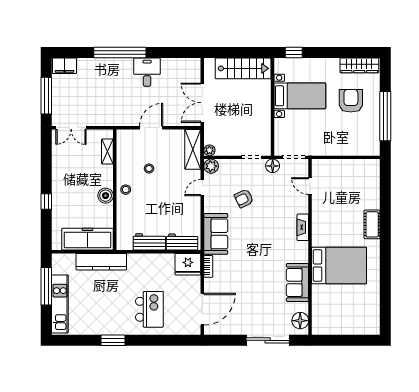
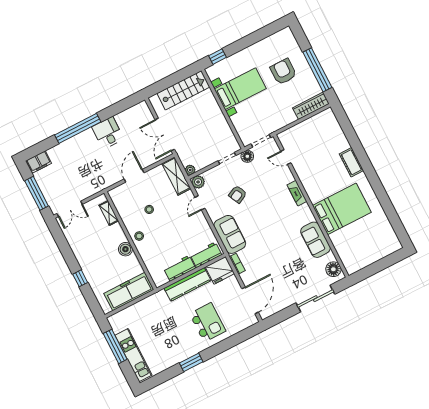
wardrobe: (359, 65) -> (311, 106), moved, turned 180
kitchen counter: (101, 262) -> (187, 284), moved

